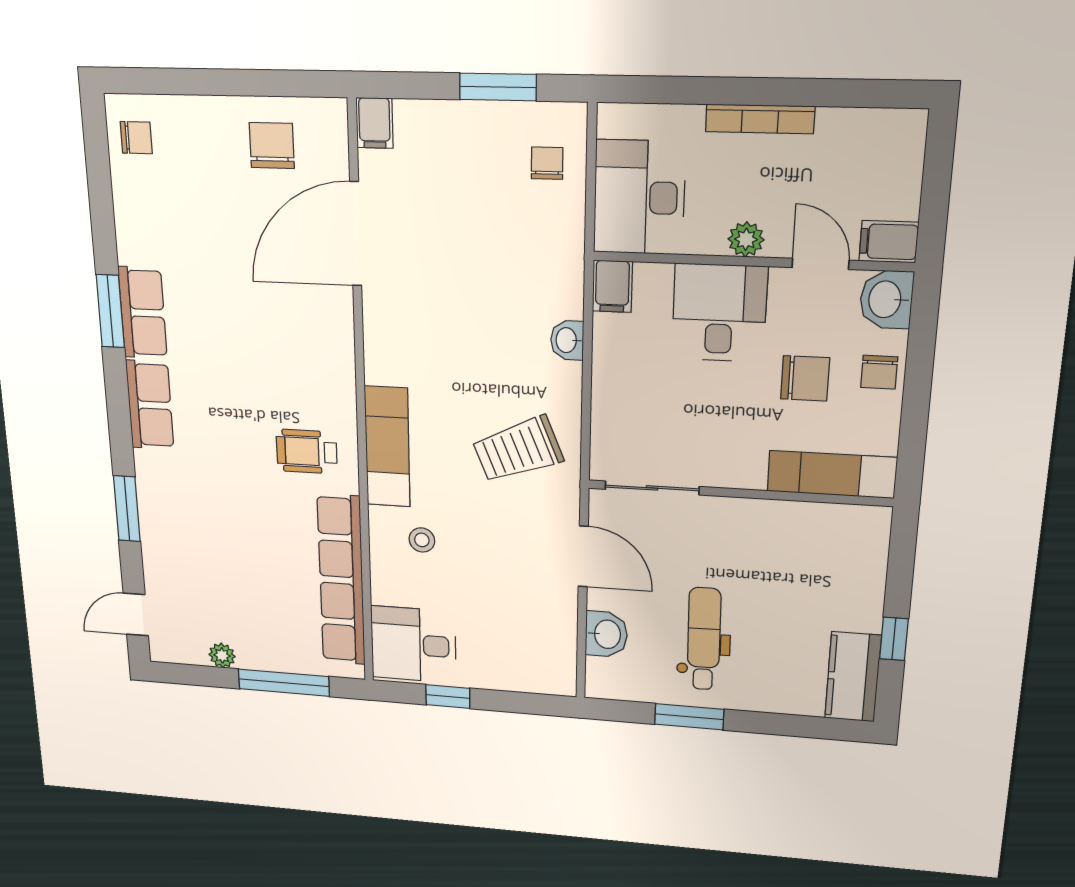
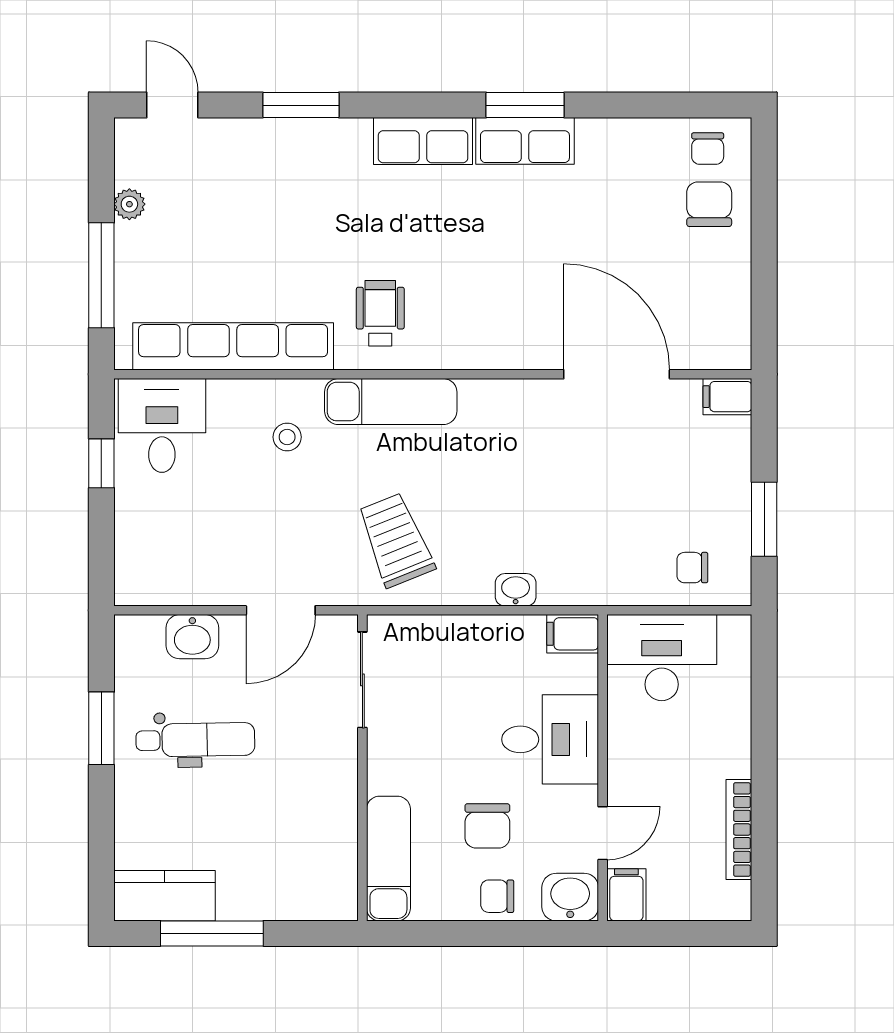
bookcase: (760, 119) -> (739, 830), moved
chair: (272, 146) -> (709, 204), moved, turned -90
chair: (547, 163) -> (692, 568), turned 180
plant: (746, 239) -> (624, 761), removed
window: (894, 639) -> (212, 933), width x2.17

